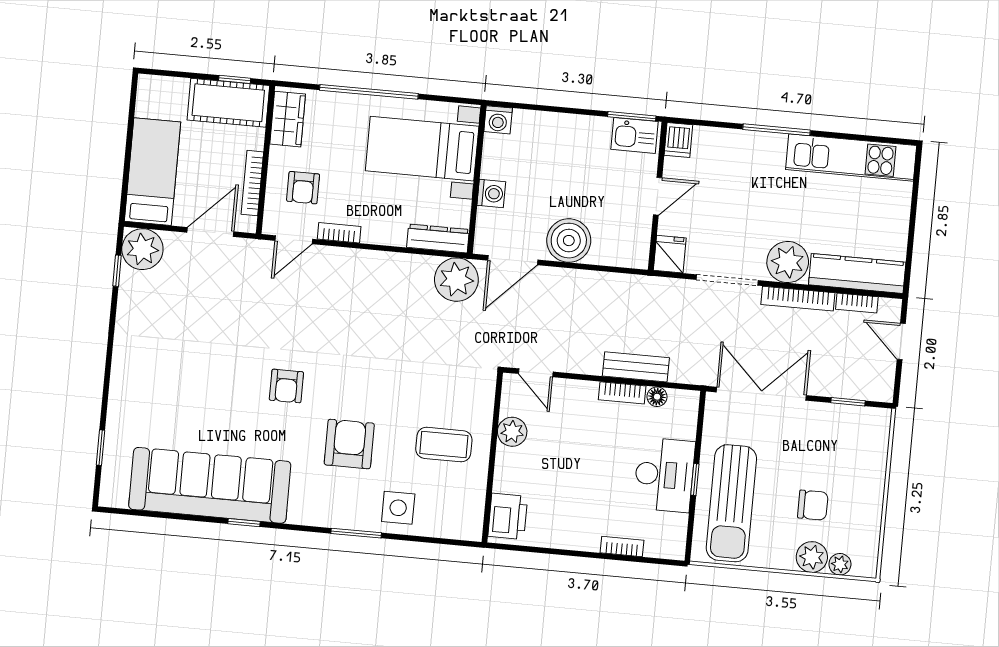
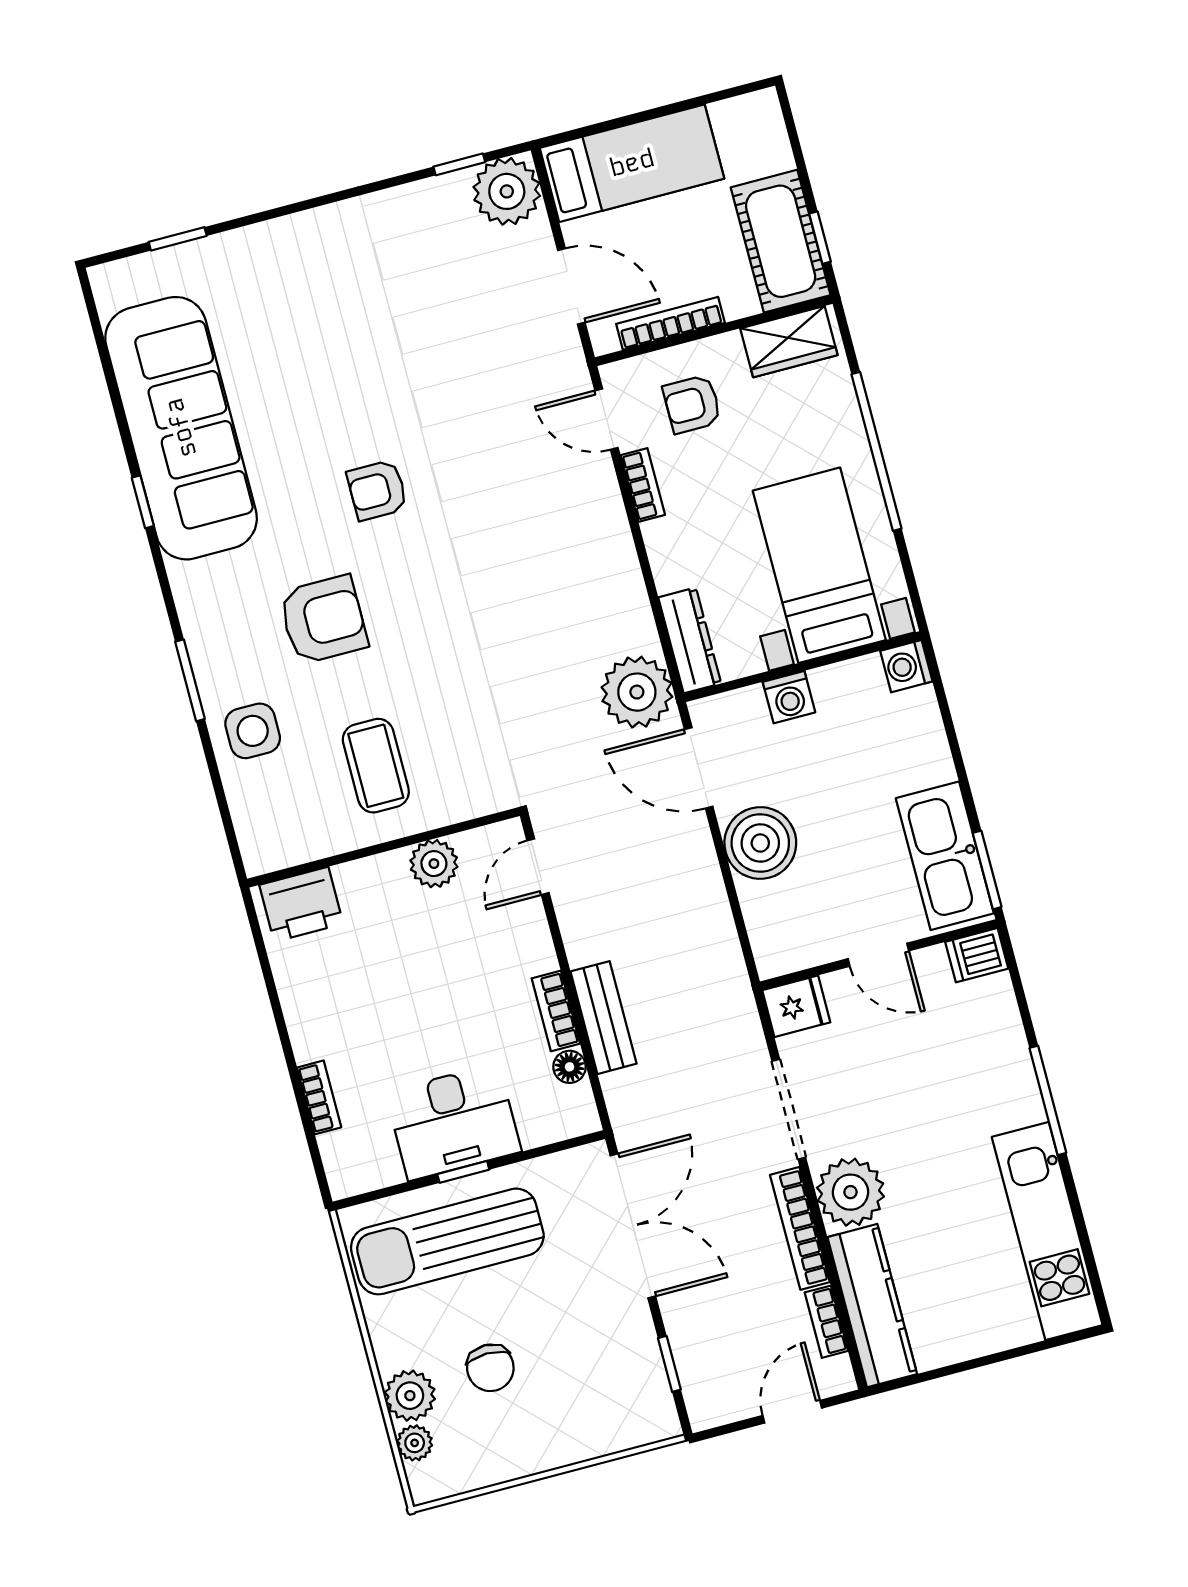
kitchen sink: (634, 135) -> (945, 856), width x1.87, depth x1.24

